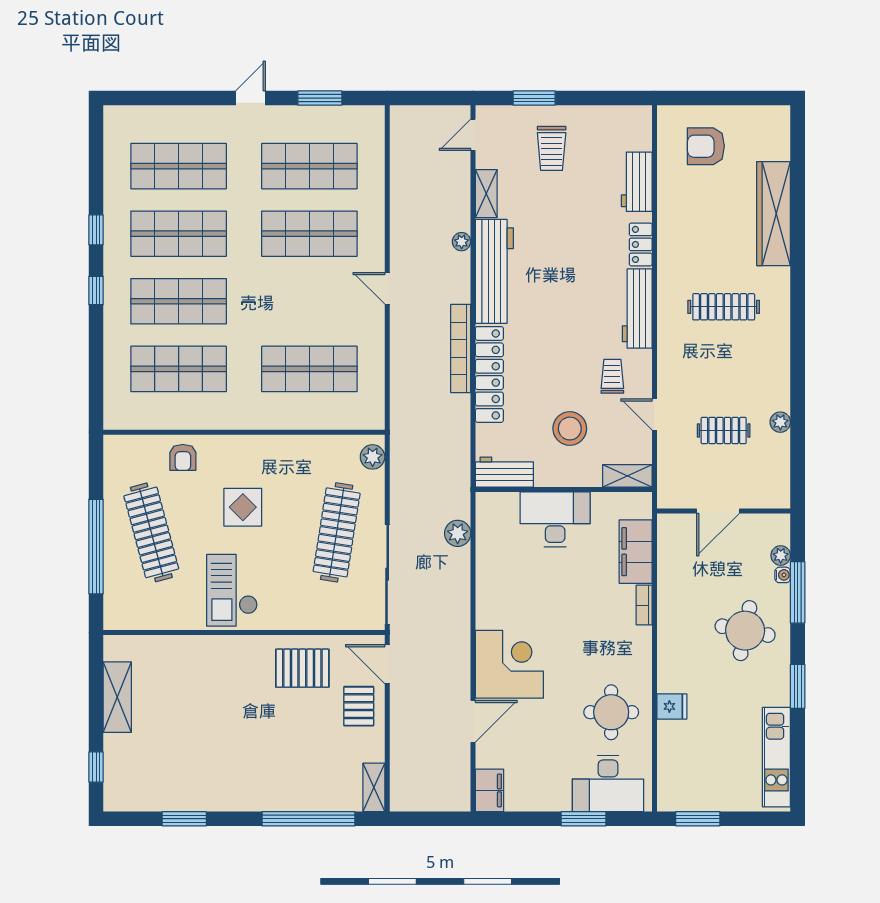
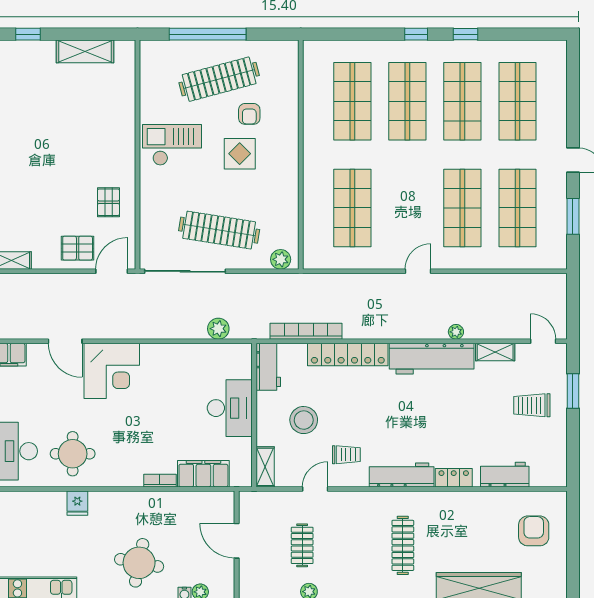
bookcase: (461, 348) -> (306, 331), moved
armchair: (183, 457) -> (249, 114), moved, turned -90
pallet: (302, 668) -> (108, 202), width x0.67, depth x0.71

